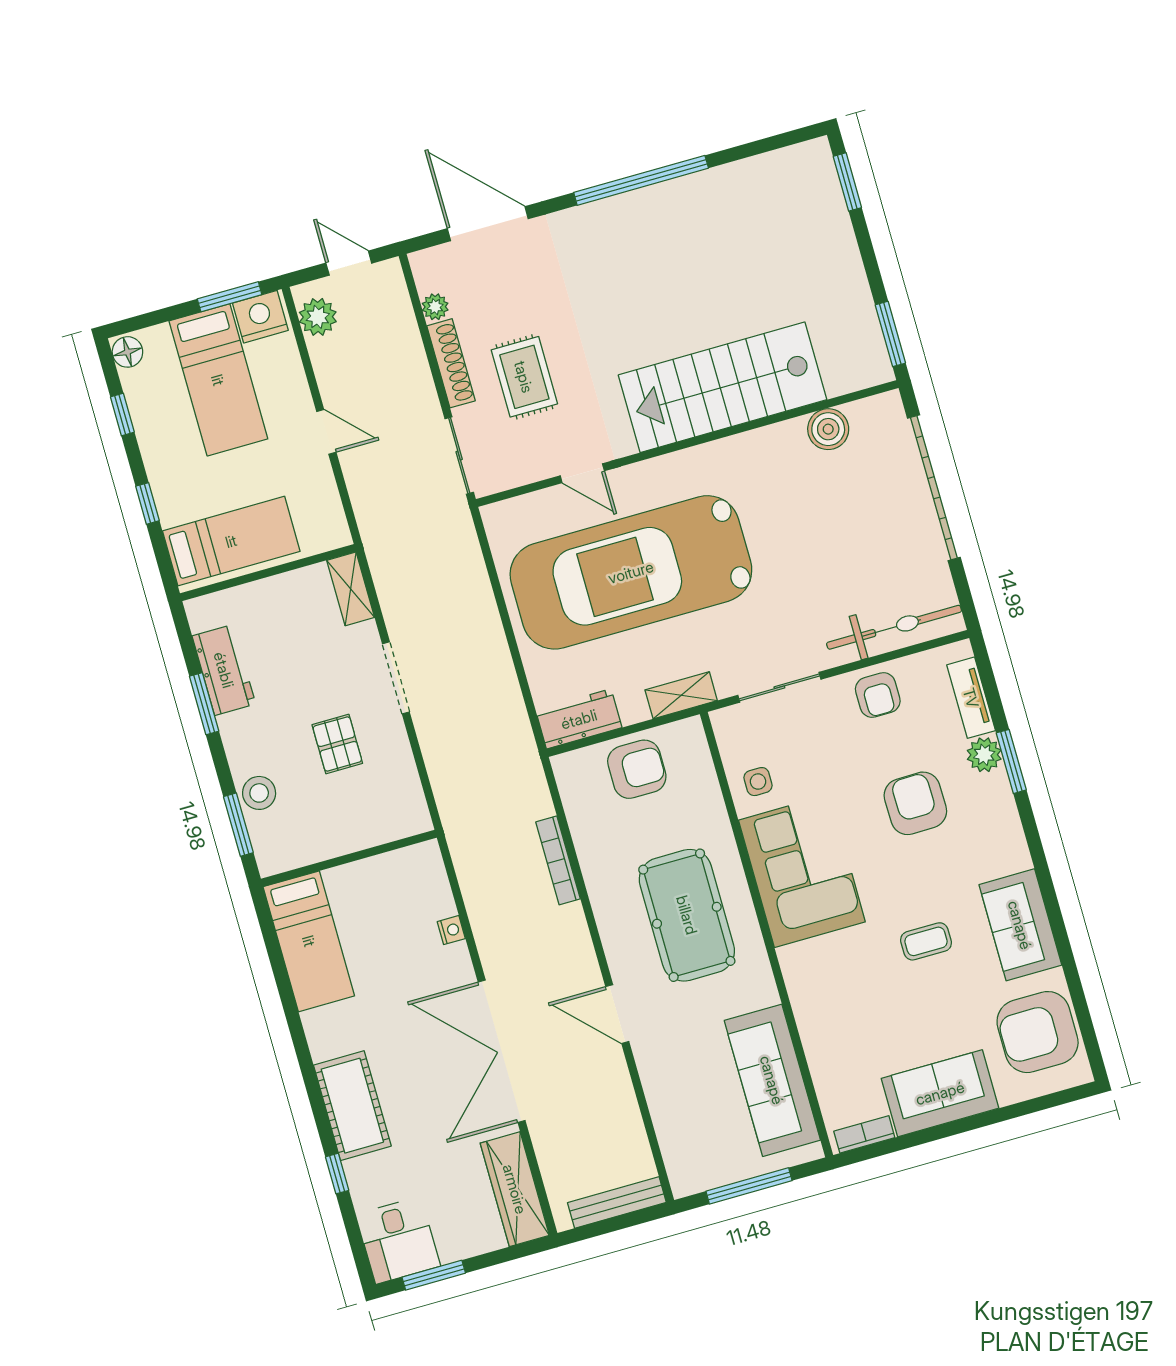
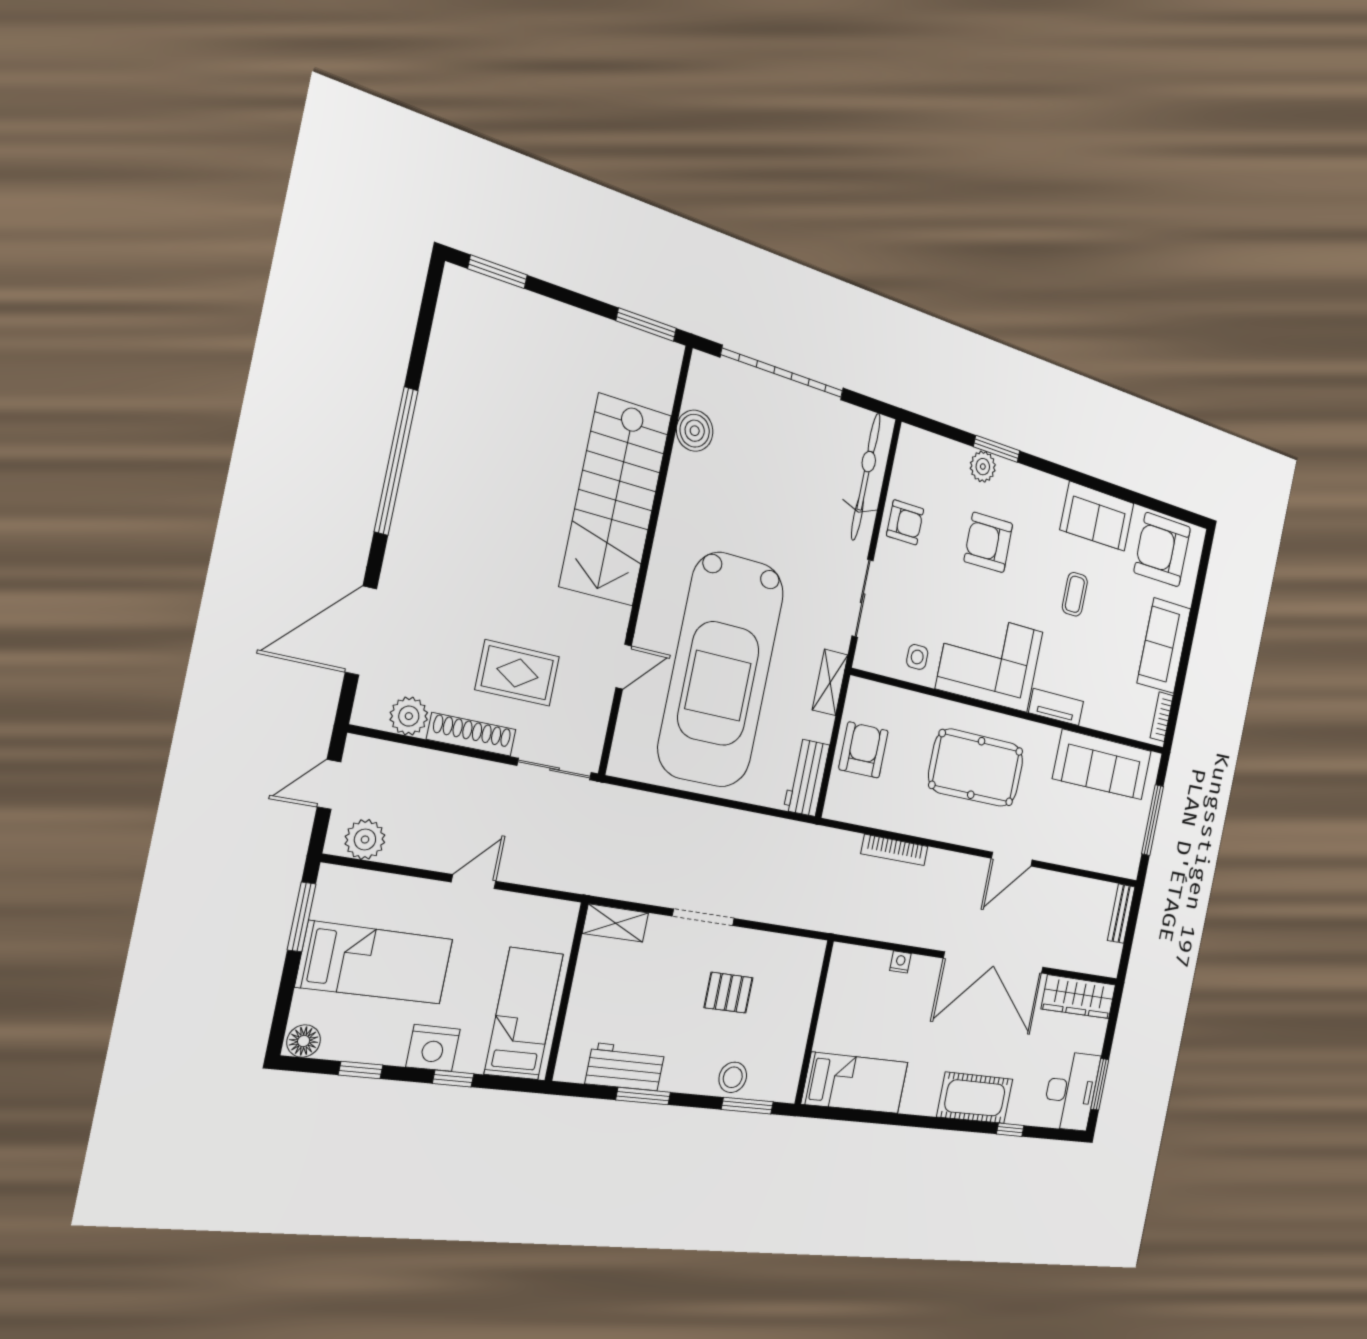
plant: (435, 307) -> (409, 716), width x1.38, depth x1.38
nightstand: (260, 317) -> (433, 1048), moved, turned -90
tv unit: (971, 698) -> (1056, 707), moved, turned 180
armchair: (1038, 1032) -> (1162, 550), turned 90
bench: (617, 1202) -> (1121, 914), width x0.73
desk: (398, 1240) -> (1071, 1091), width x1.37

